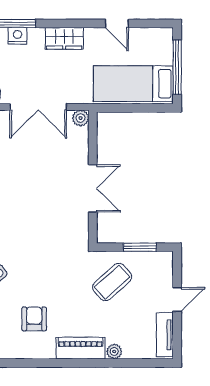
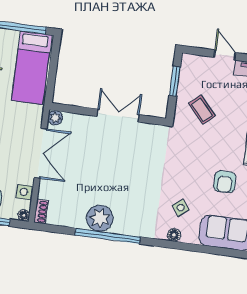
coffee table: (112, 282) -> (202, 110), width x0.73, depth x0.77
armchair: (34, 319) -> (225, 182), turned -90

